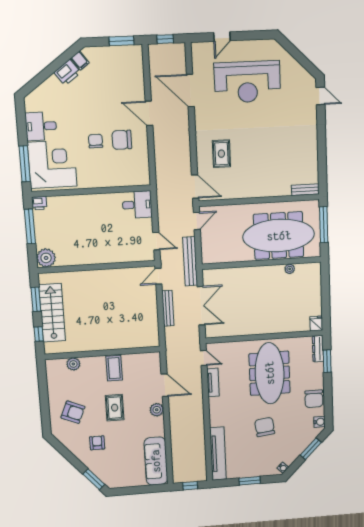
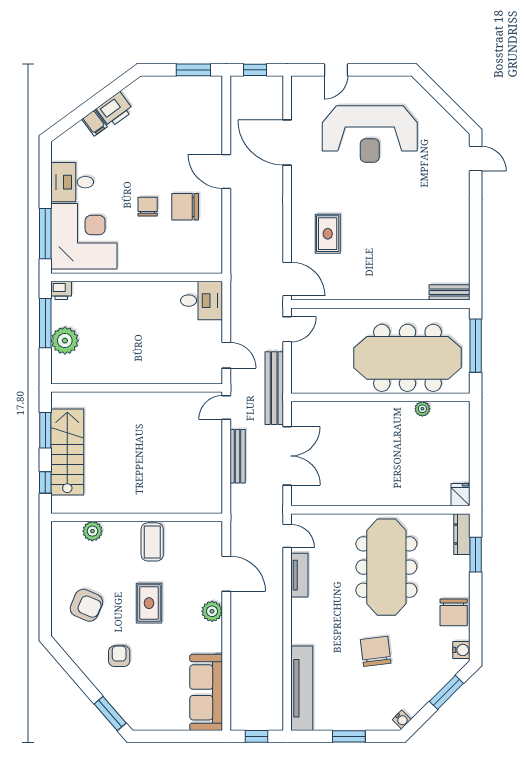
filing cabinet: (80, 61) -> (94, 123), moved
plant: (46, 258) -> (65, 341), moved

